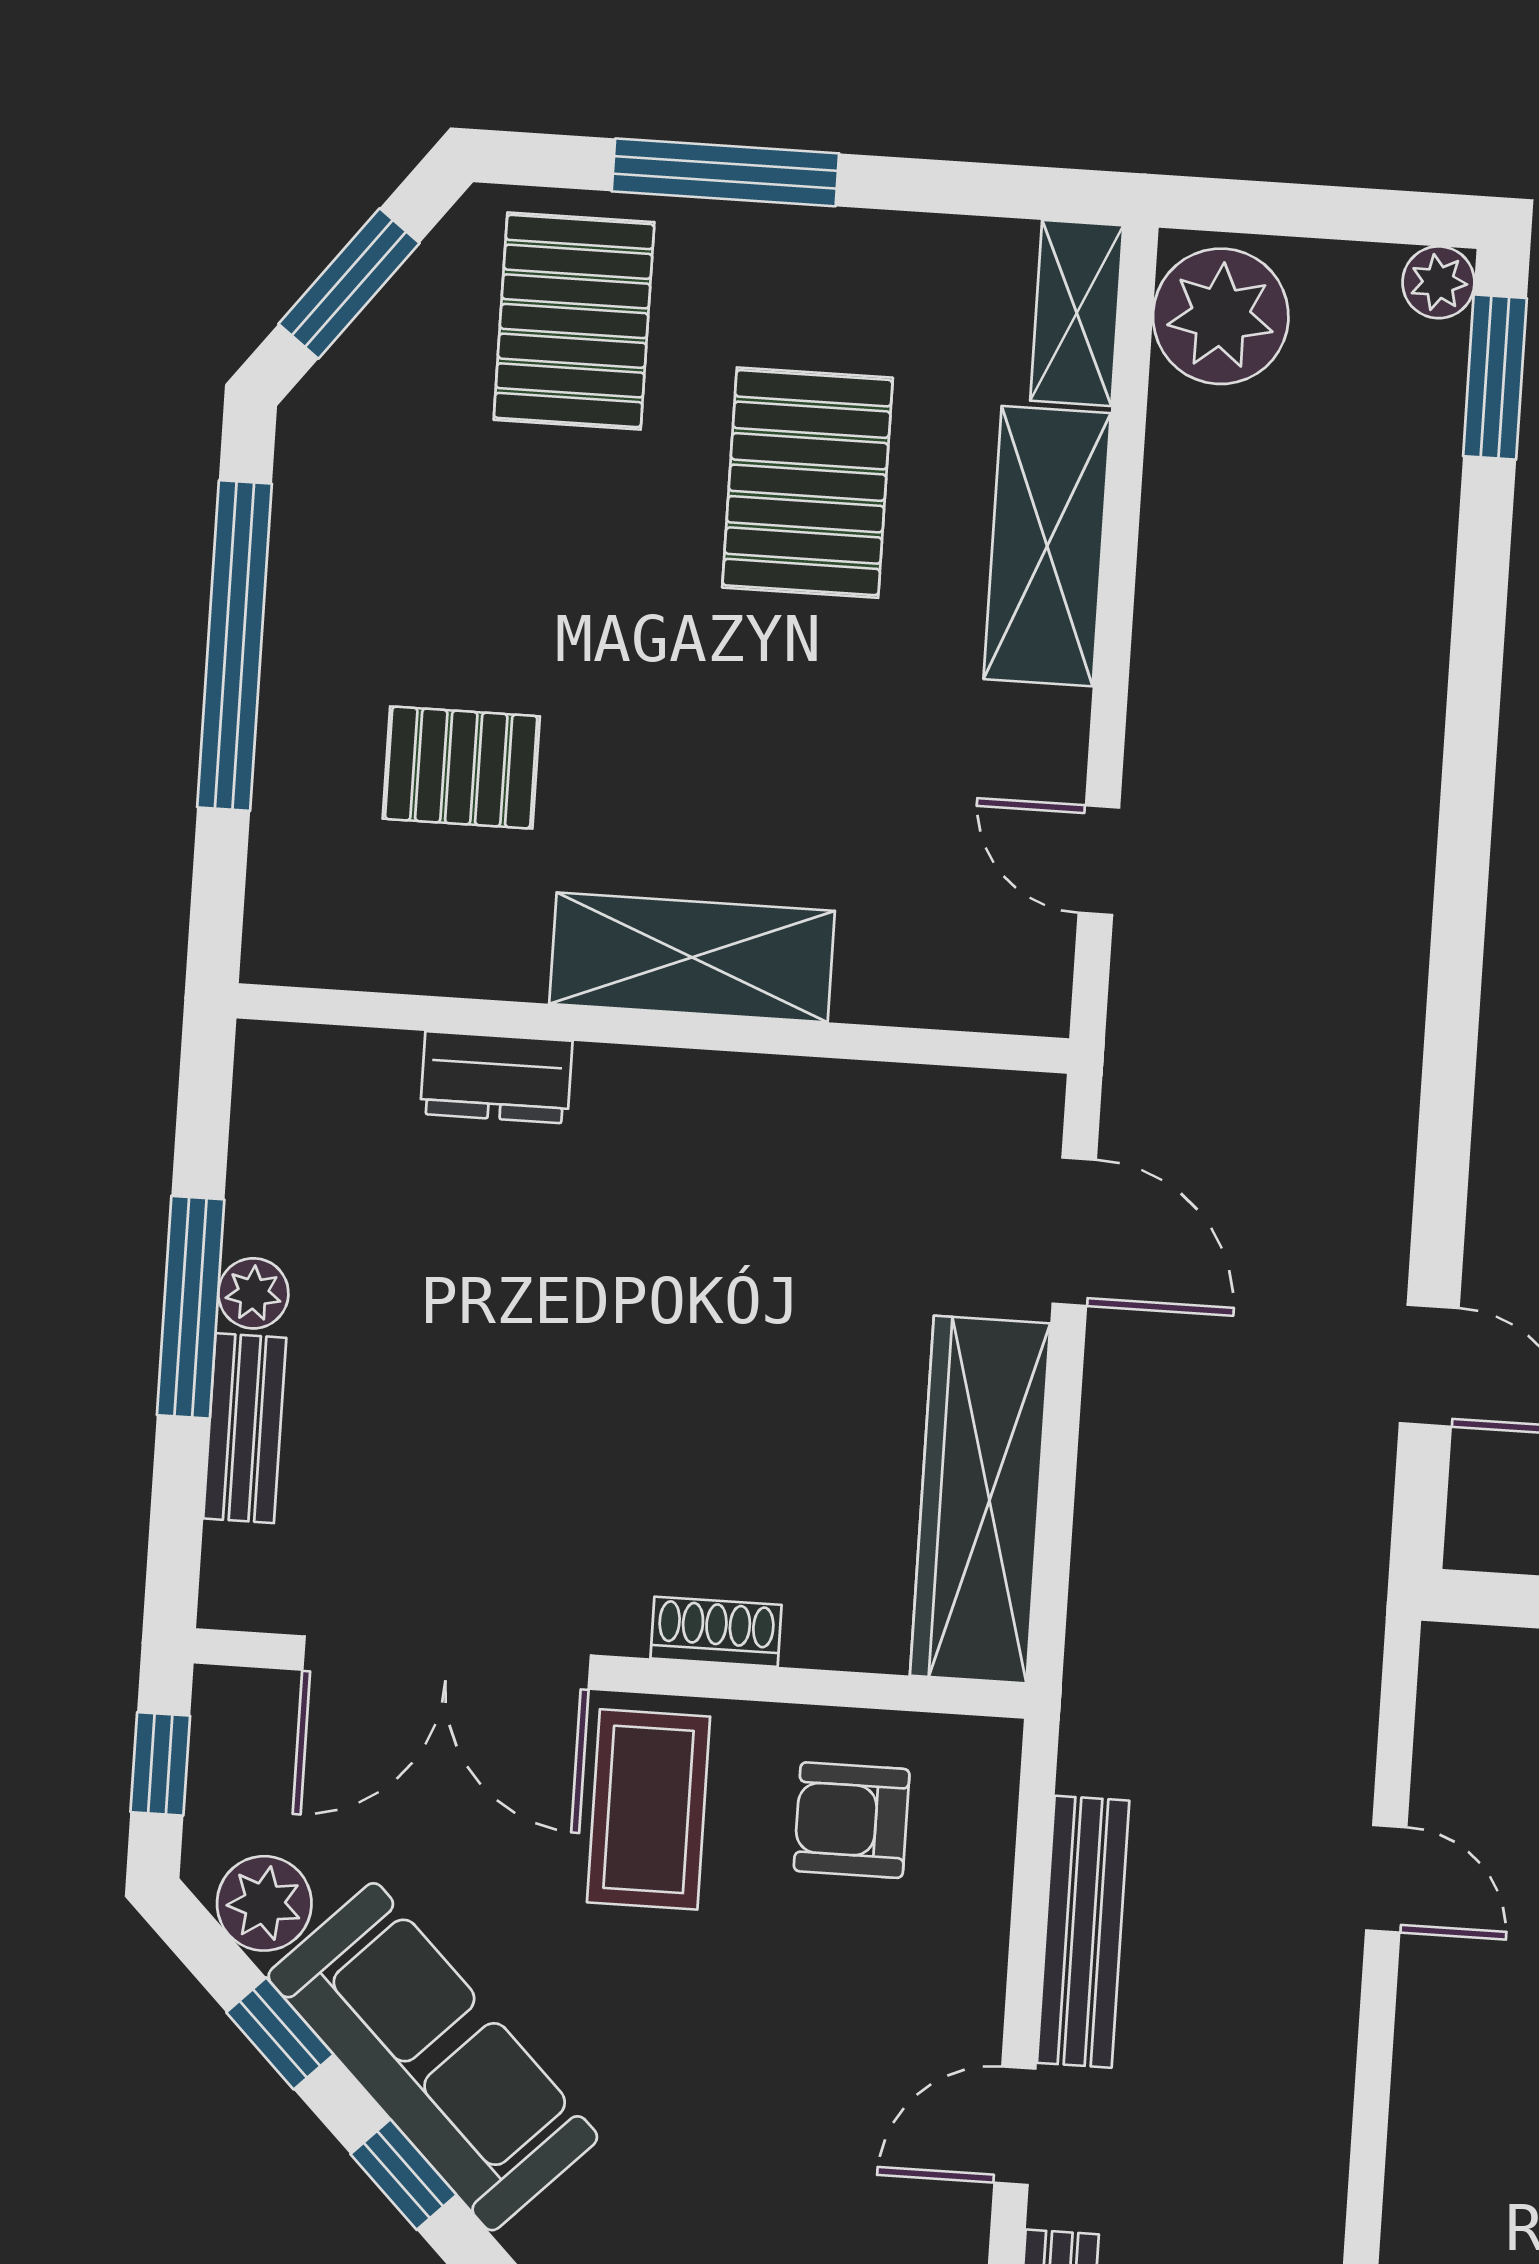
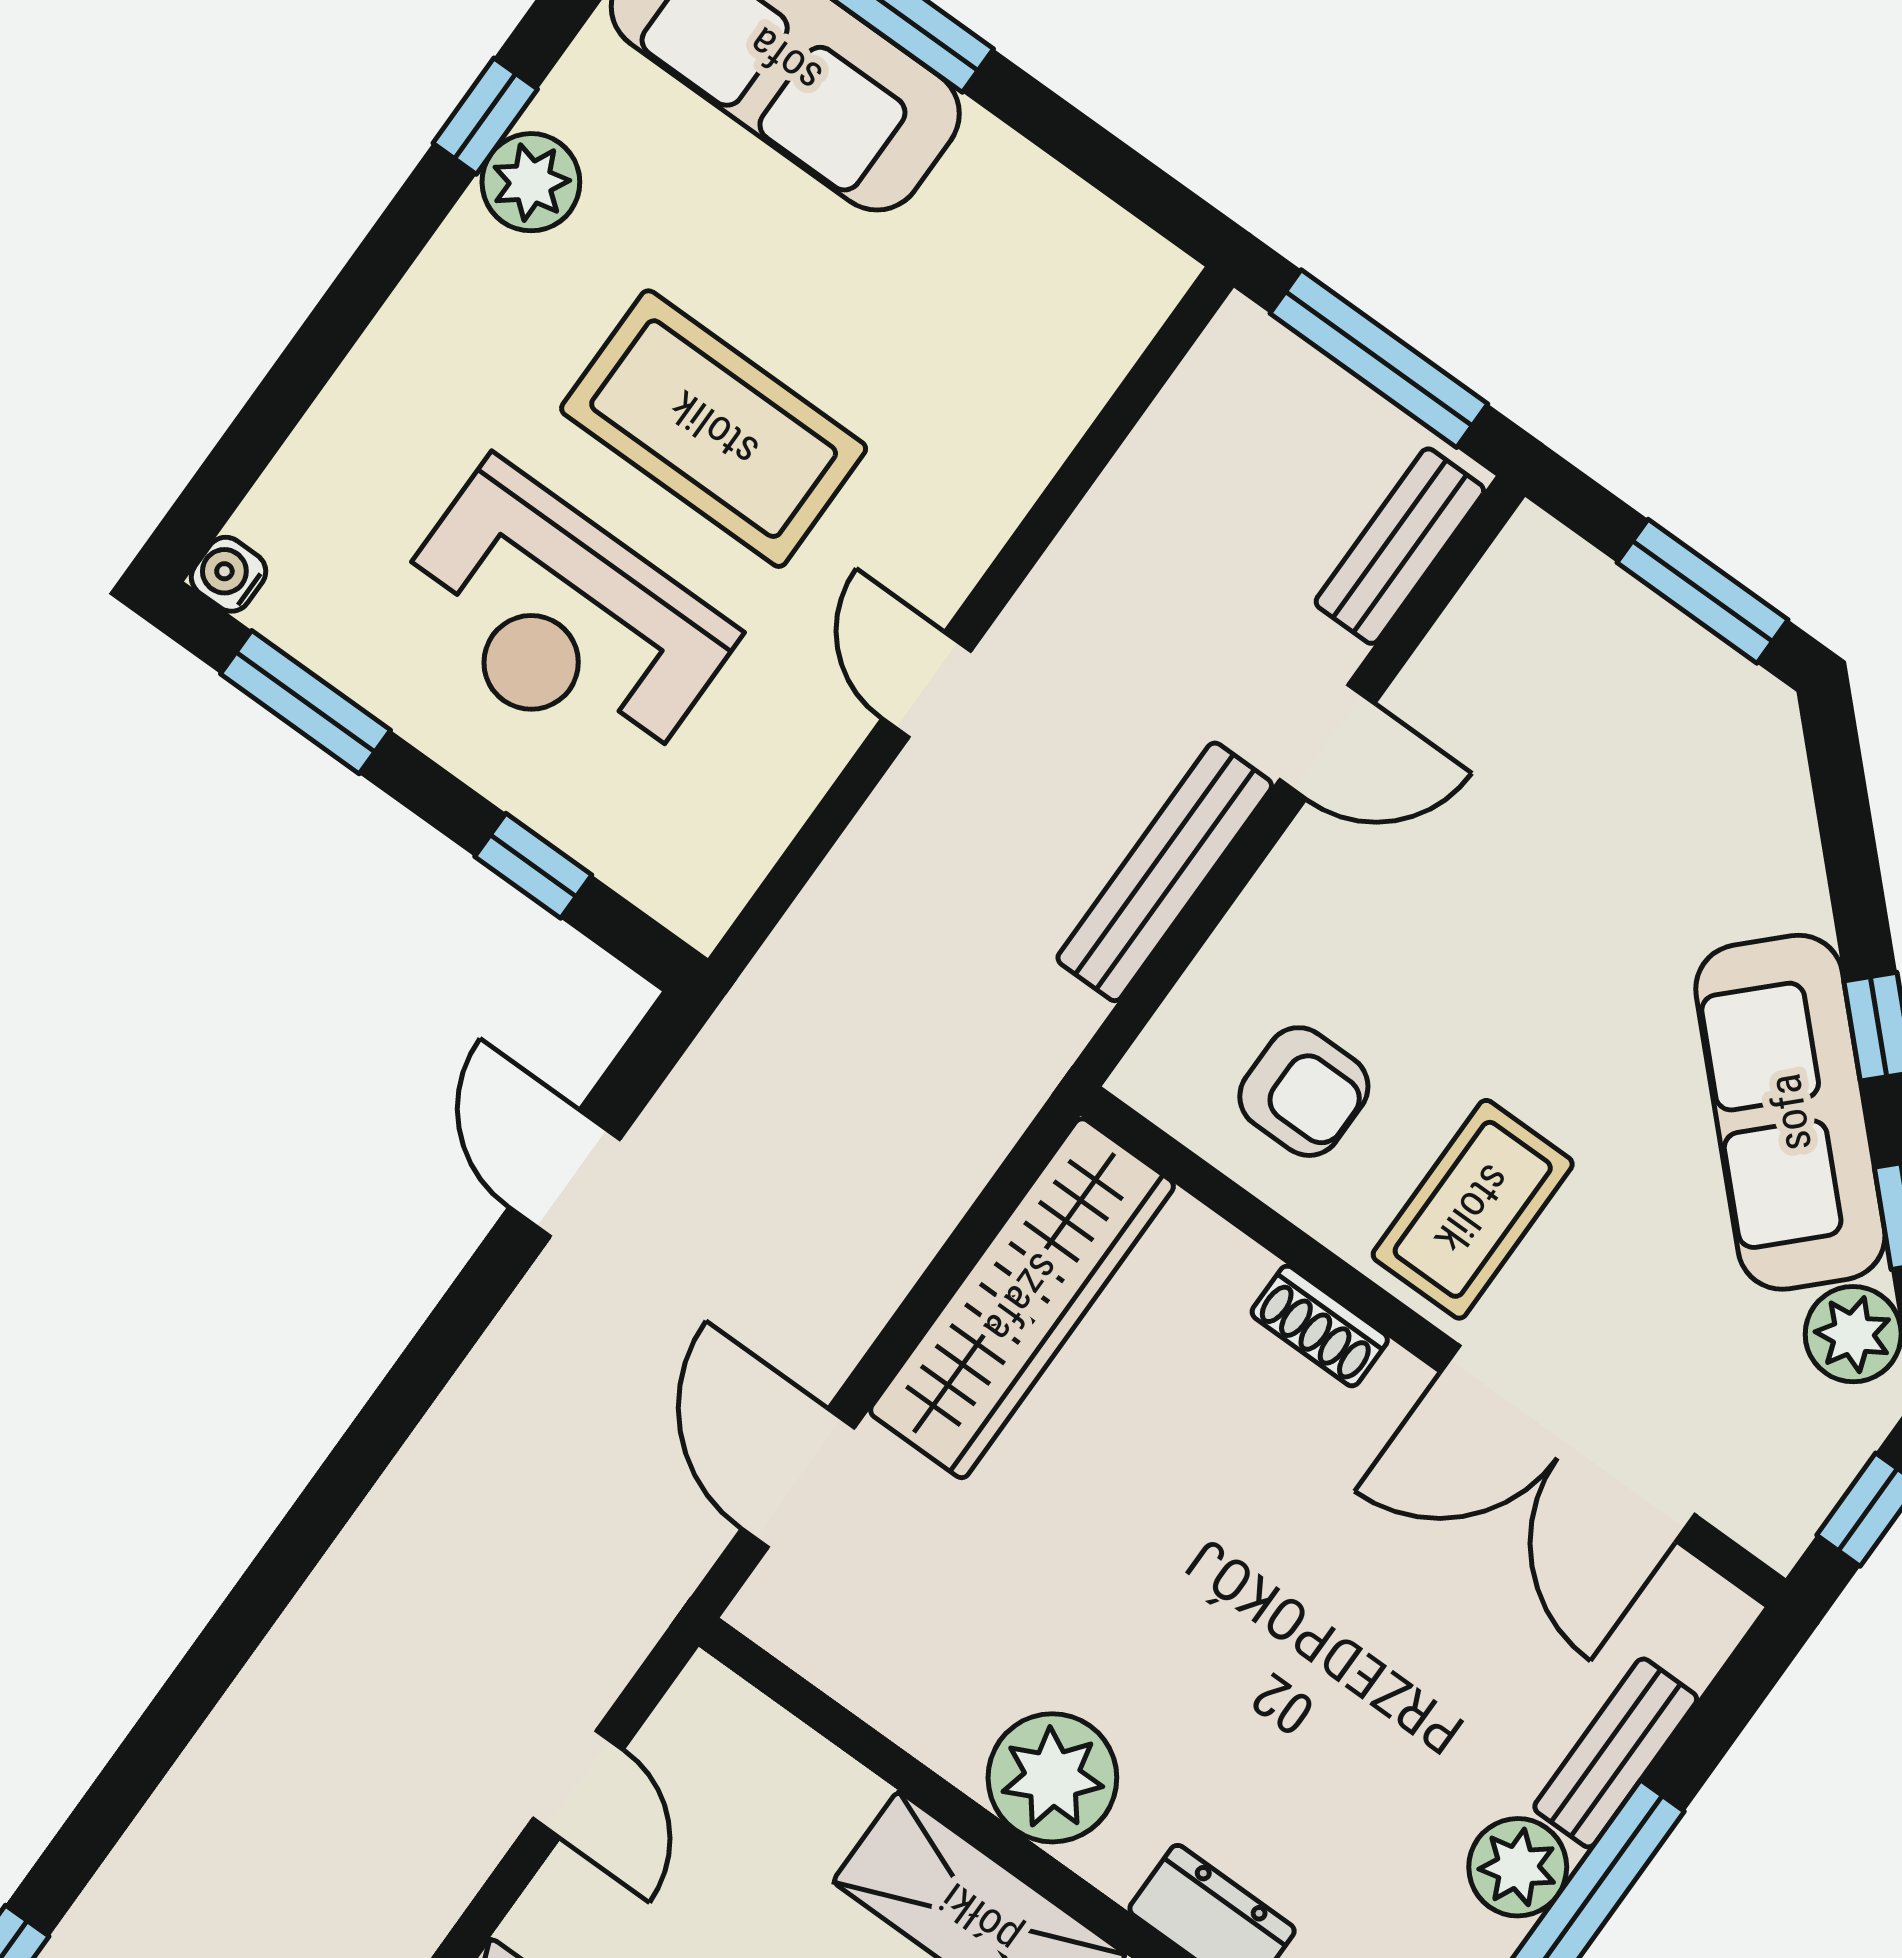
plant: (704, 1113) -> (1052, 1778), added
plant: (253, 1293) -> (1518, 1867), width x1.38, depth x1.38
double door: (447, 1663) -> (1568, 1444), swing flipped
door: (1386, 1879) -> (927, 685), moved

